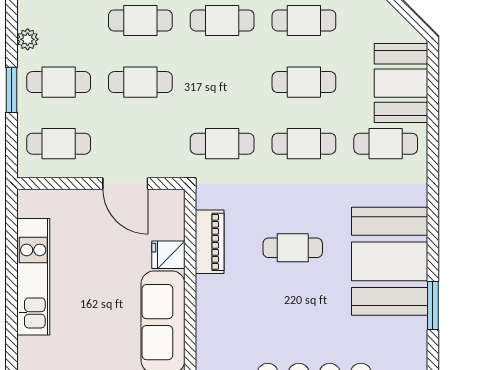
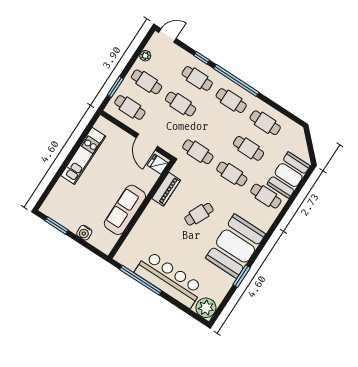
window: (11, 90) -> (115, 87), moved
cafe table: (293, 248) -> (199, 214), turned -65
fridge: (168, 255) -> (158, 164), moved

